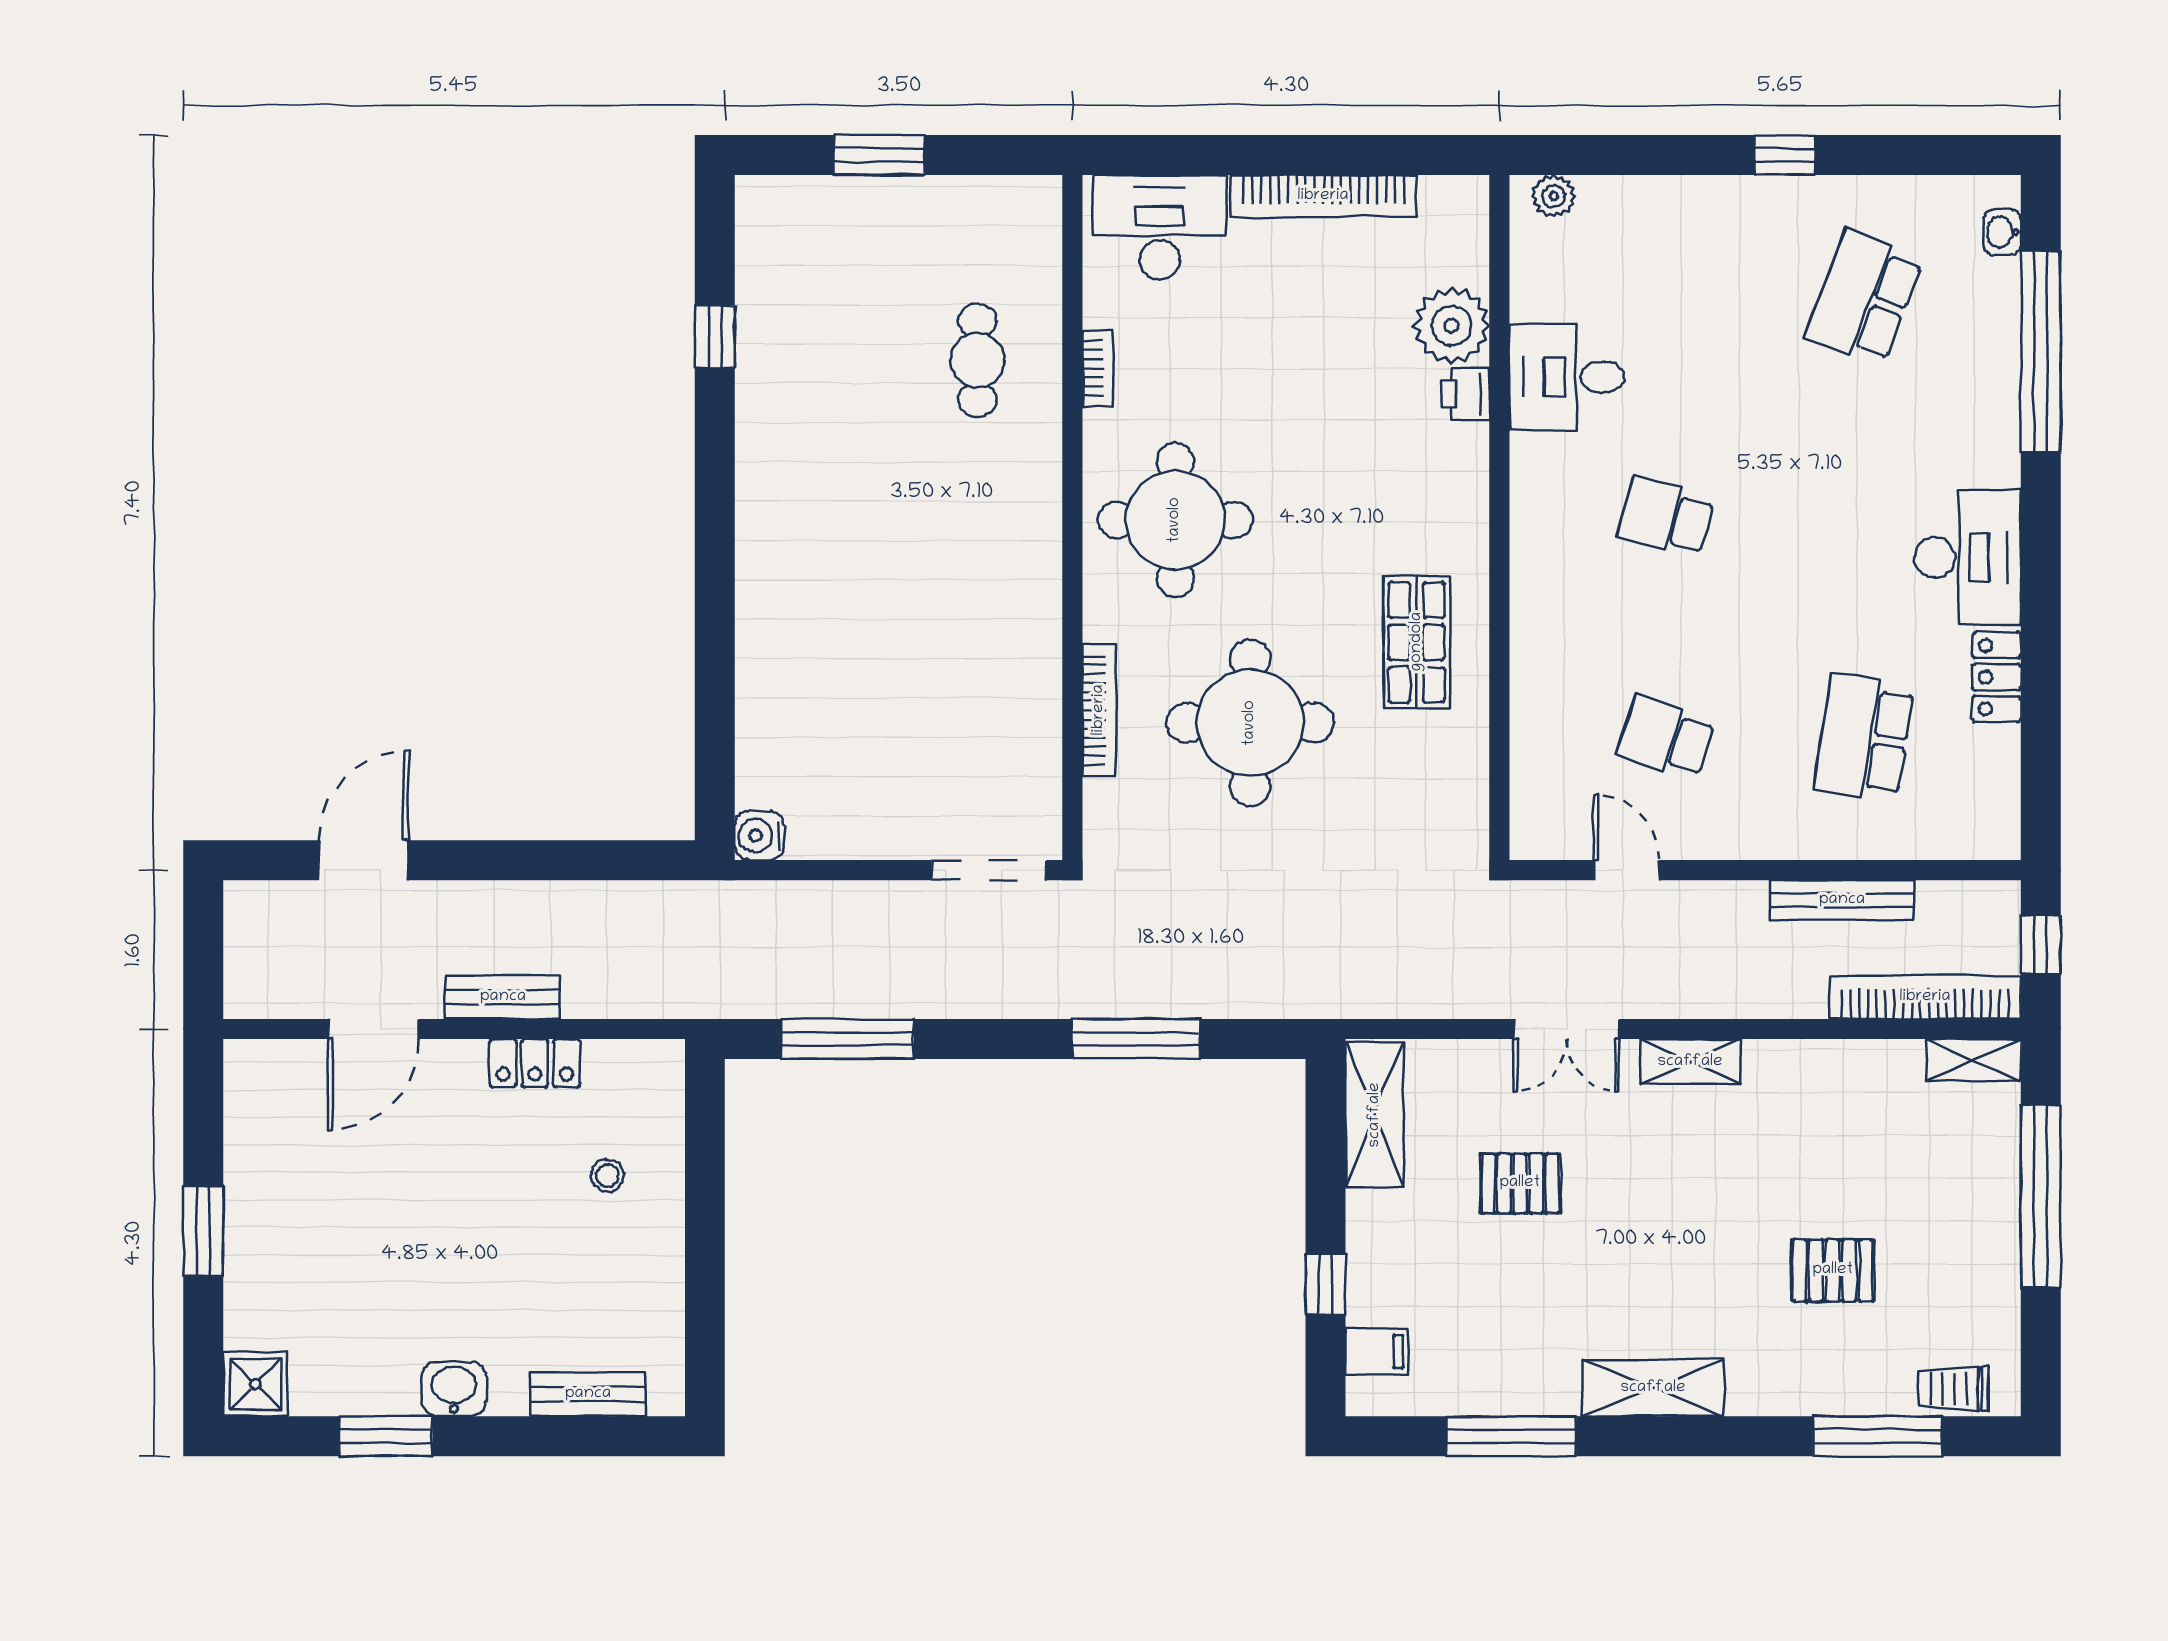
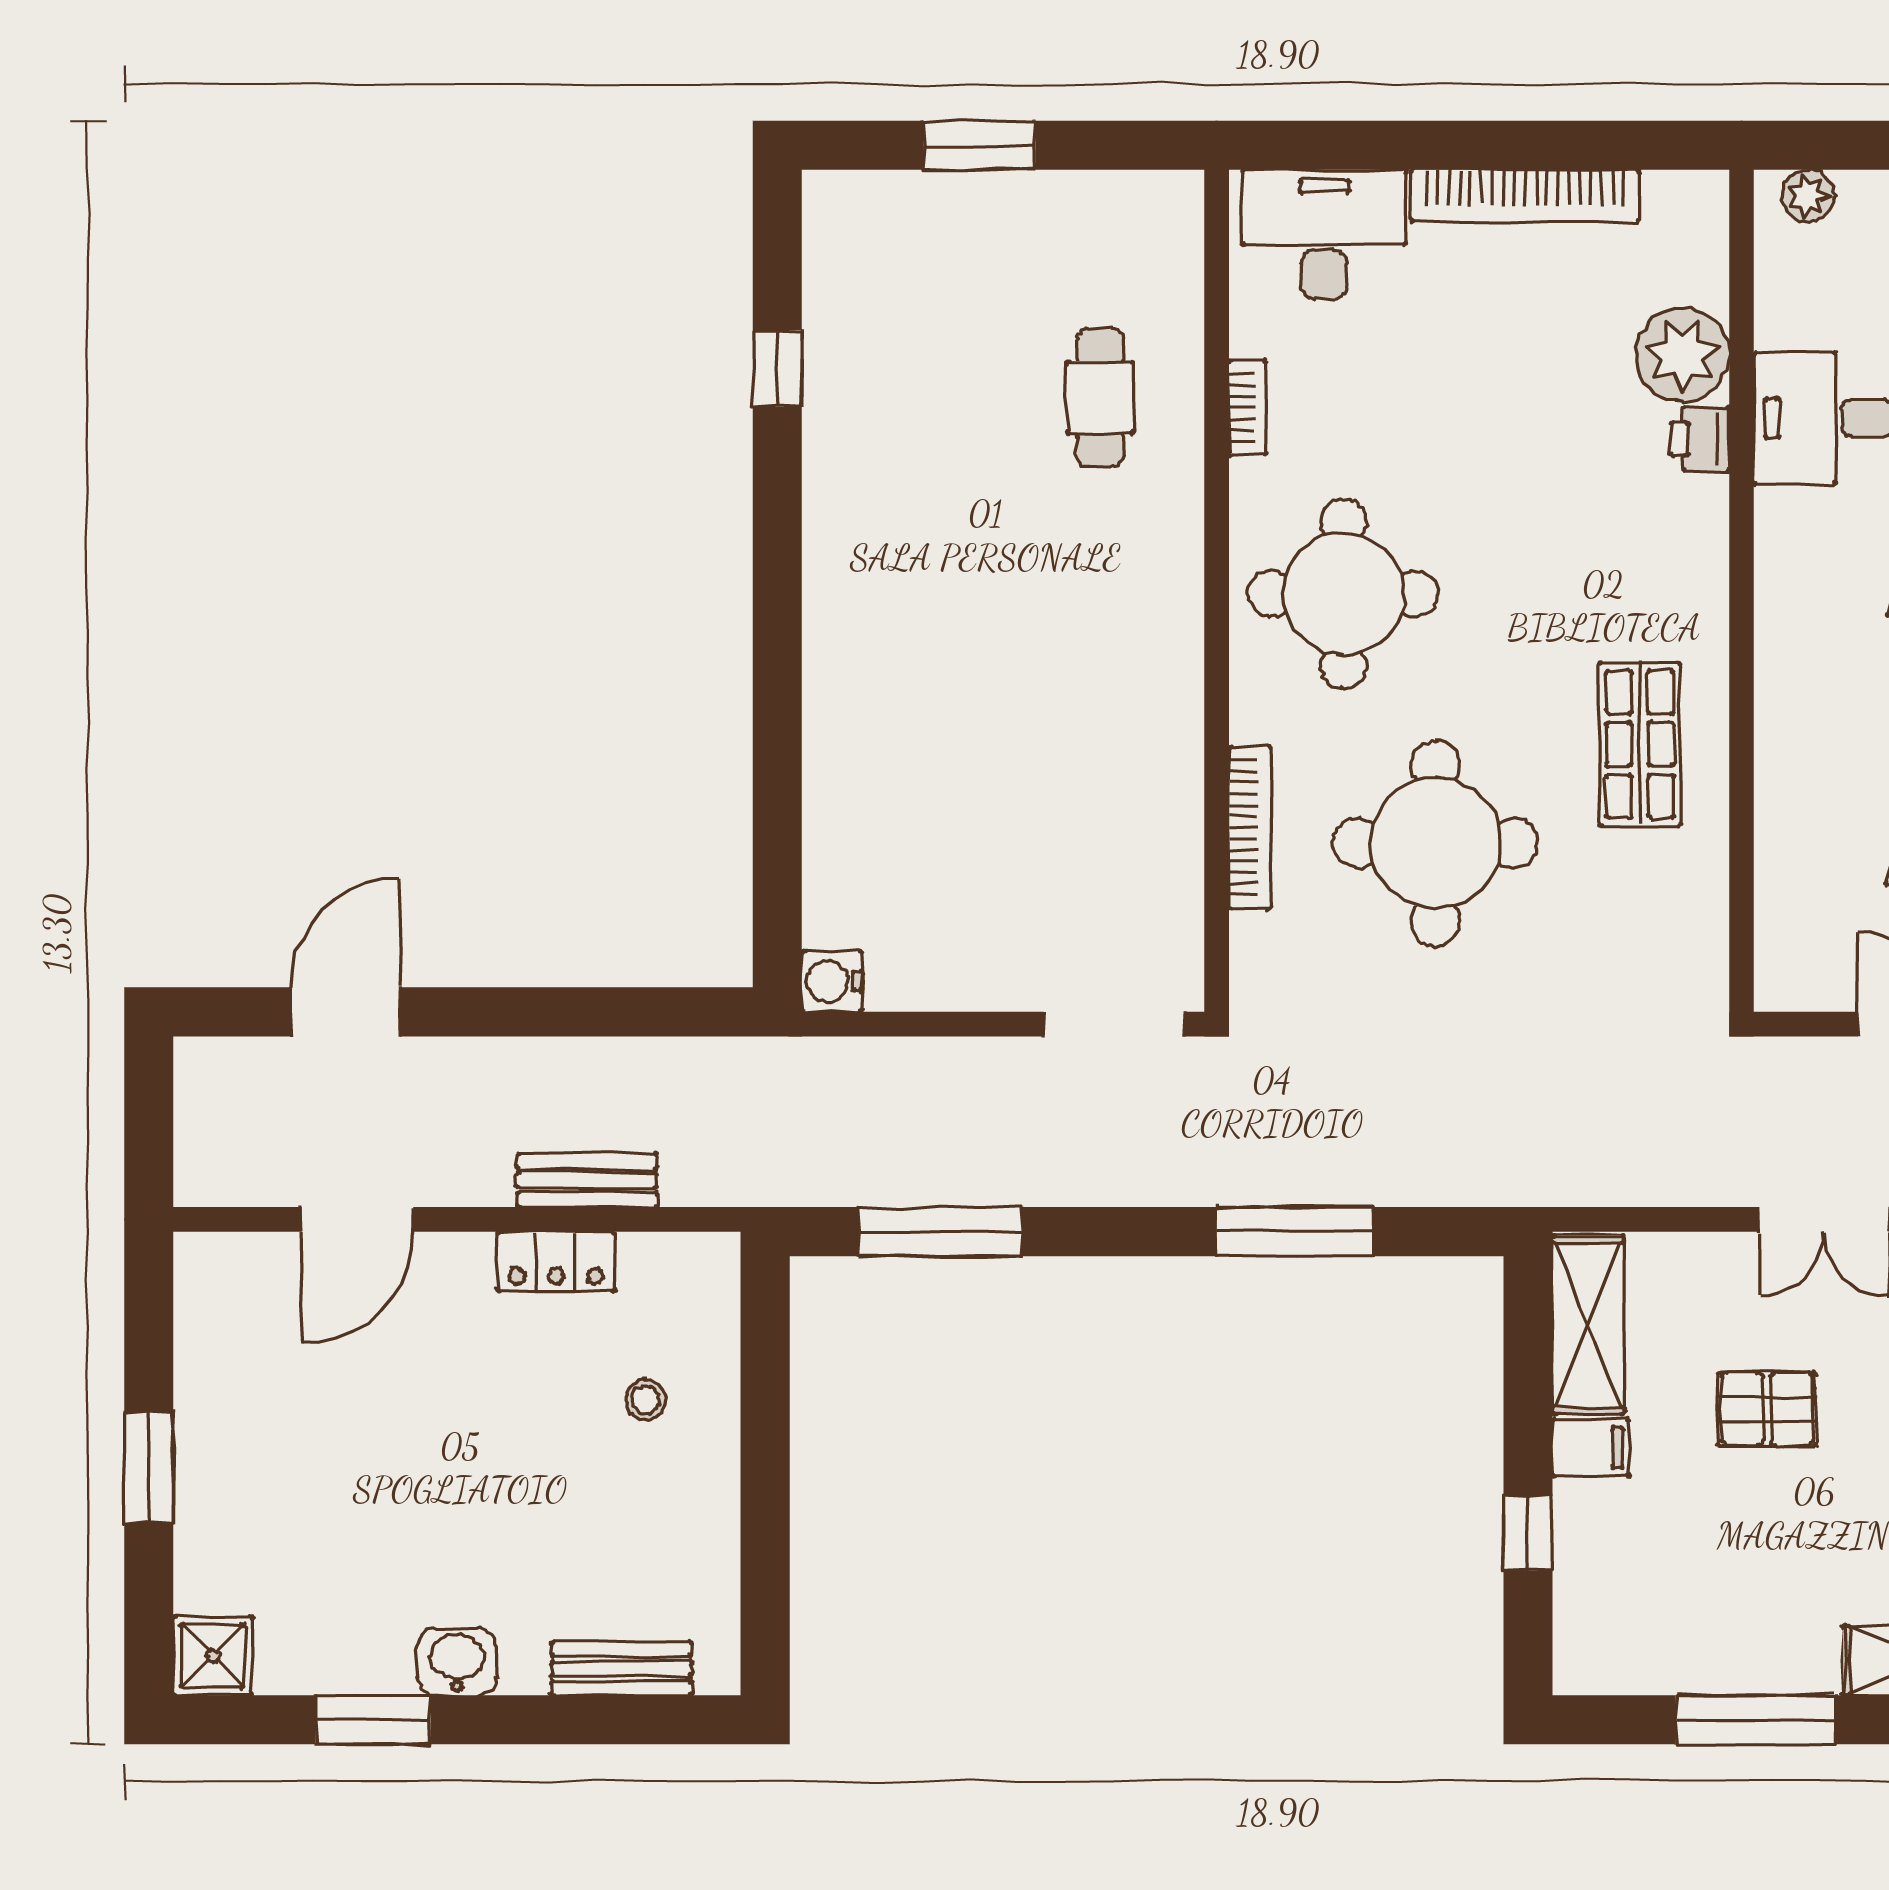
bench: (503, 997) -> (587, 1180), moved
filing cabinet: (1377, 1351) -> (1591, 1448), moved

